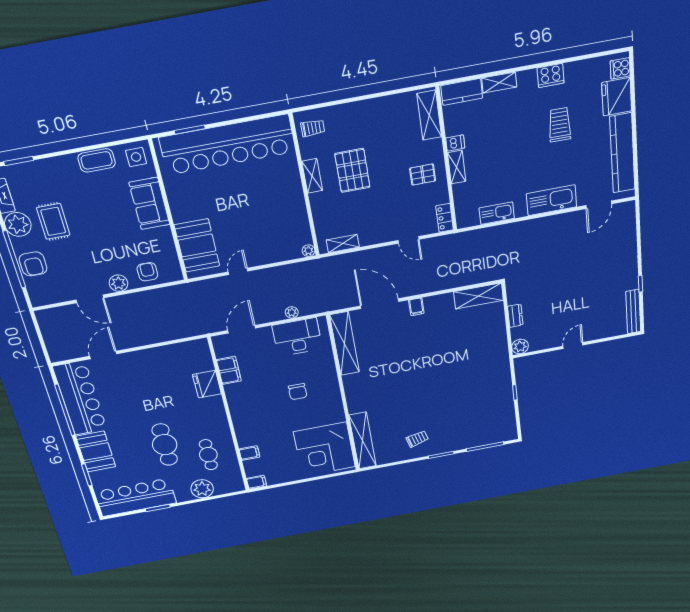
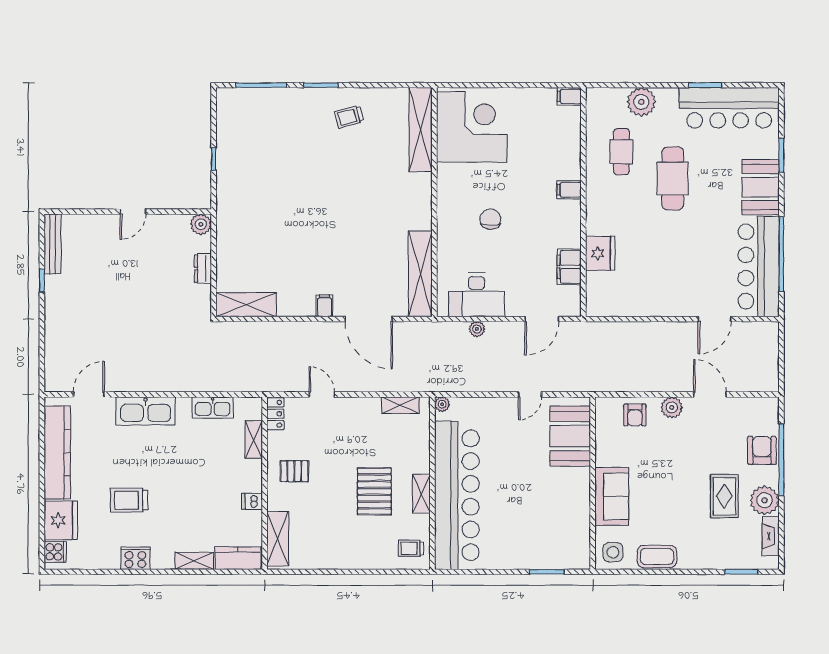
trolley: (560, 125) -> (129, 500), turned 89
bar counter: (228, 145) -> (457, 495), moved, turned 90
shelving: (457, 167) -> (254, 440), moved
filing cabinet: (249, 453) -> (569, 190), moved

